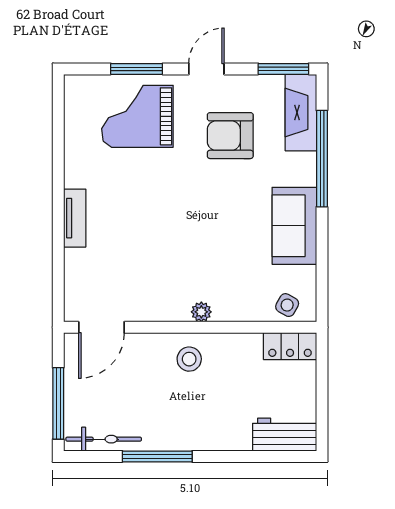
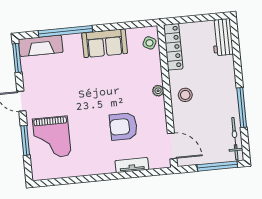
armchair: (230, 136) -> (123, 127), moved, turned 90
tv unit: (75, 218) -> (132, 165), moved
locker: (290, 346) -> (173, 47), width x1.53

